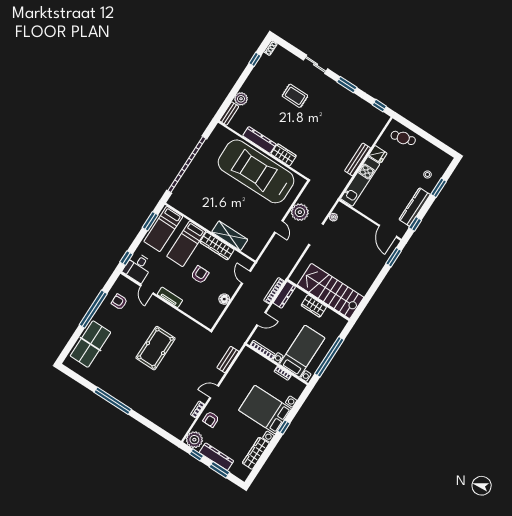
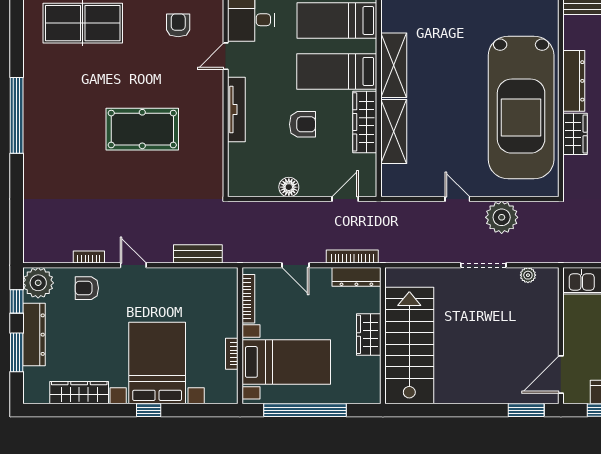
car: (256, 171) -> (521, 107), turned 180
shelving: (200, 216) -> (394, 65), added
door: (279, 227) -> (457, 199), swing flipped
tv unit: (170, 297) -> (236, 110), width x1.41

